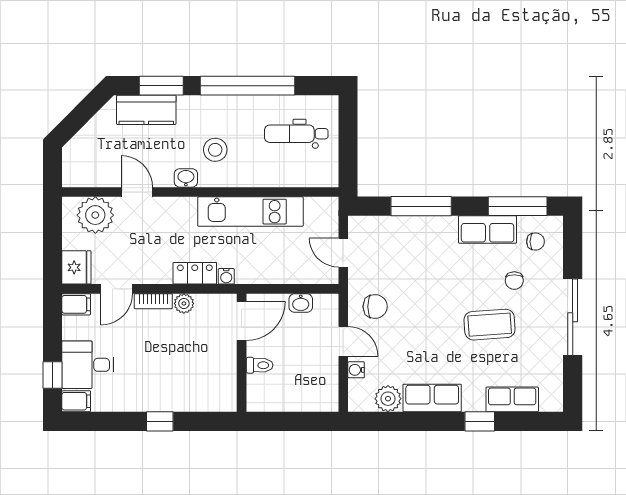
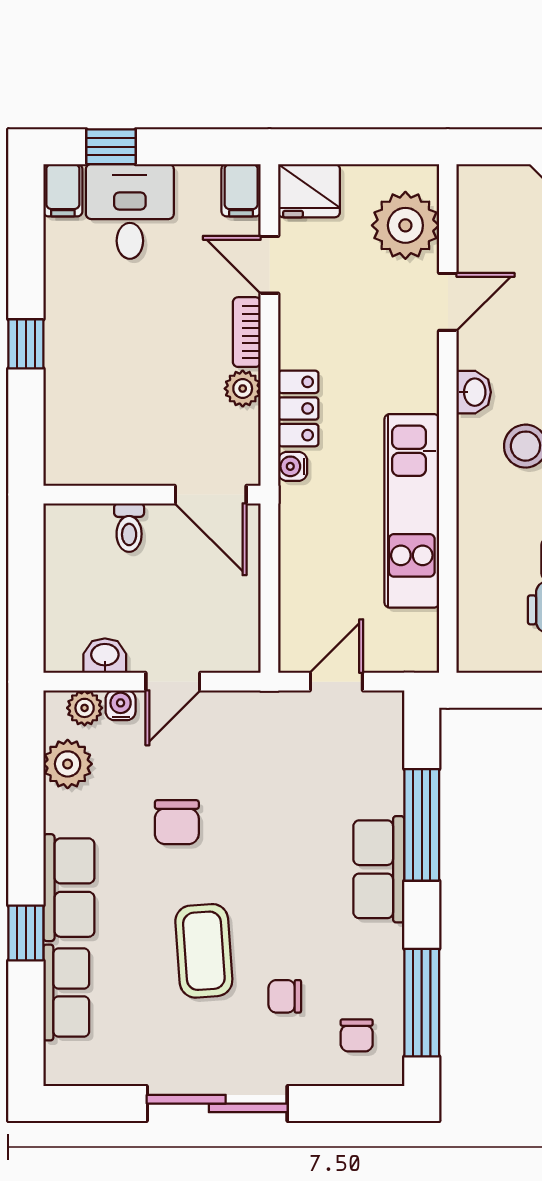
row of seats: (488, 229) -> (379, 869), moved
washbasin: (301, 303) -> (105, 656), moved, turned 90
chair: (375, 307) -> (177, 822), moved
plant: (358, 389) -> (85, 708), added
row of seats: (432, 398) -> (69, 888), moved

